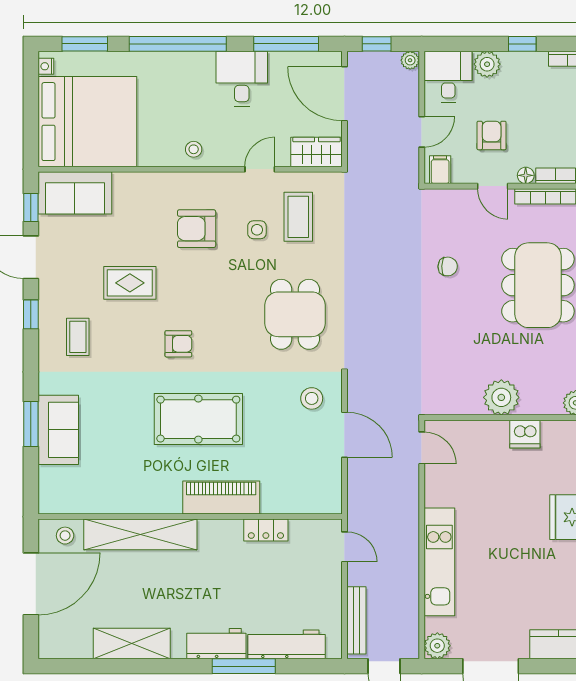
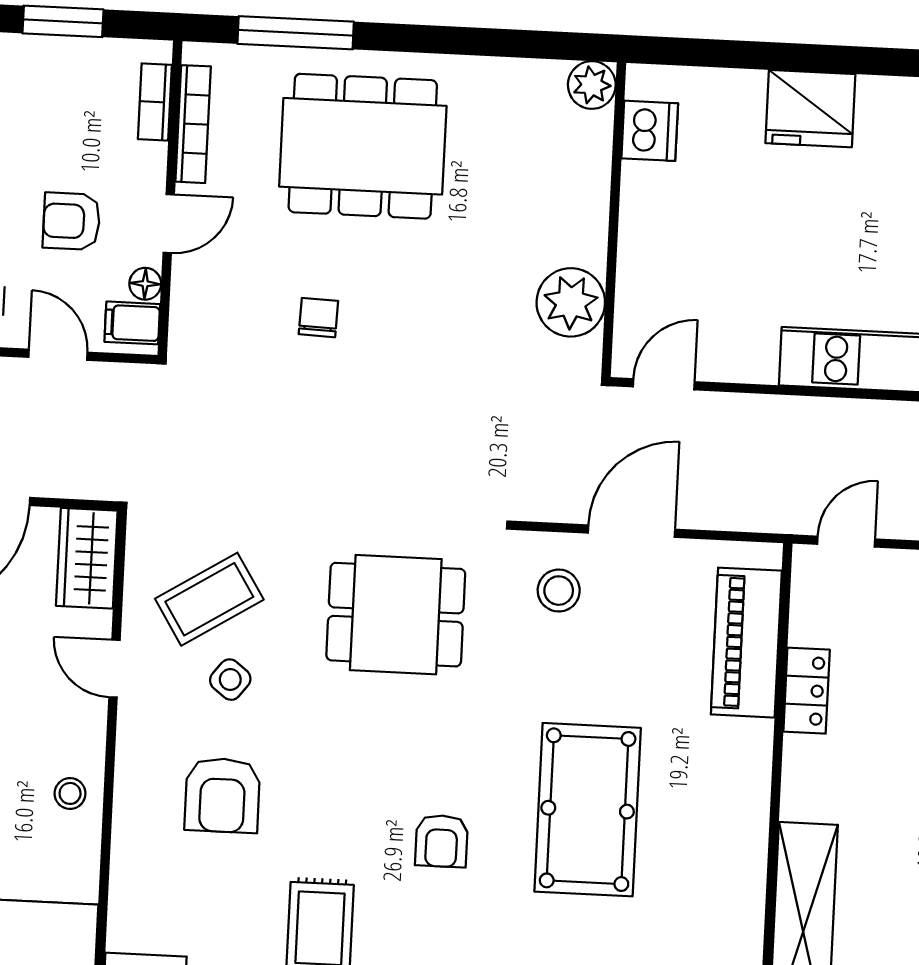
floor lamp: (526, 175) -> (145, 284), moved
coffee table: (298, 217) -> (209, 599), turned -32
side table: (257, 230) -> (230, 680), turned 38
armchair: (178, 344) -> (441, 841), turned 180
plant: (501, 397) -> (571, 302), moved
dishwasher: (525, 434) -> (650, 131), moved
piano: (221, 497) -> (746, 643), moved

